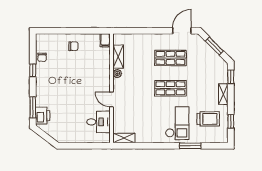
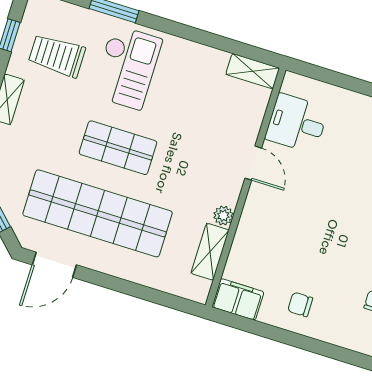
filing cabinet: (105, 40) -> (238, 299), width x2.00
shop shelf: (170, 58) -> (98, 213), width x2.00, depth x1.36
checkout: (177, 123) -> (127, 67), turned 180

